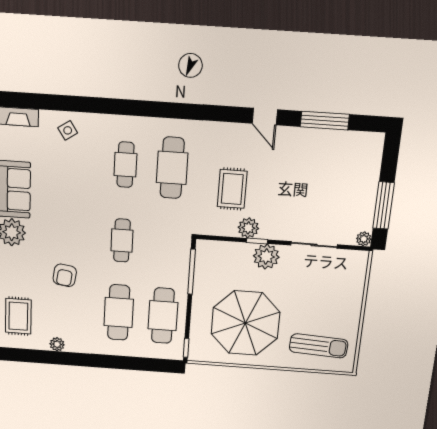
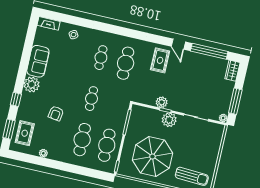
window: (325, 121) -> (209, 51), width x1.46
wardrobe: (373, 150) -> (232, 71), added
rug: (232, 189) -> (160, 60), moved

